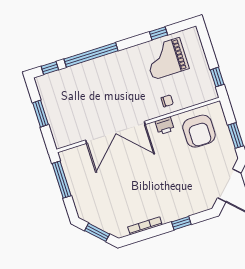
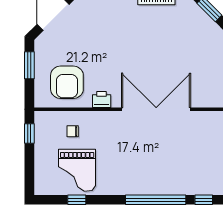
grand piano: (166, 59) -> (77, 170), turned 90
chair: (167, 101) -> (73, 131), moved
armchair: (199, 131) -> (67, 82), turned 180

